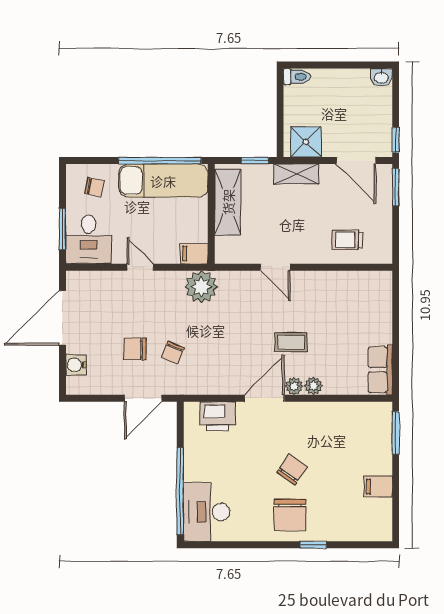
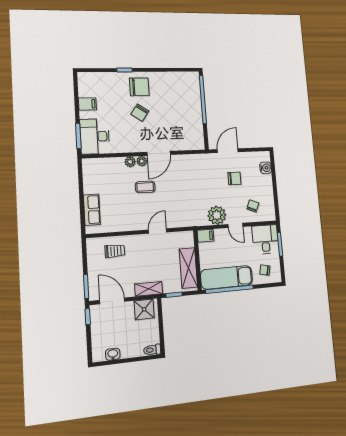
washbasin: (381, 77) -> (113, 354), moved
door: (275, 267) -> (158, 231), hinge flipped
plant: (201, 287) -> (217, 215), moved
door: (62, 318) -> (275, 194), removed
chair: (173, 353) -> (253, 206), moved
row of seats: (380, 370) -> (92, 210), moved
printer: (218, 416) -> (185, 142), removed
desk: (207, 512) -> (95, 136), moved, turned 180
chair: (290, 515) -> (139, 87), turned 90

